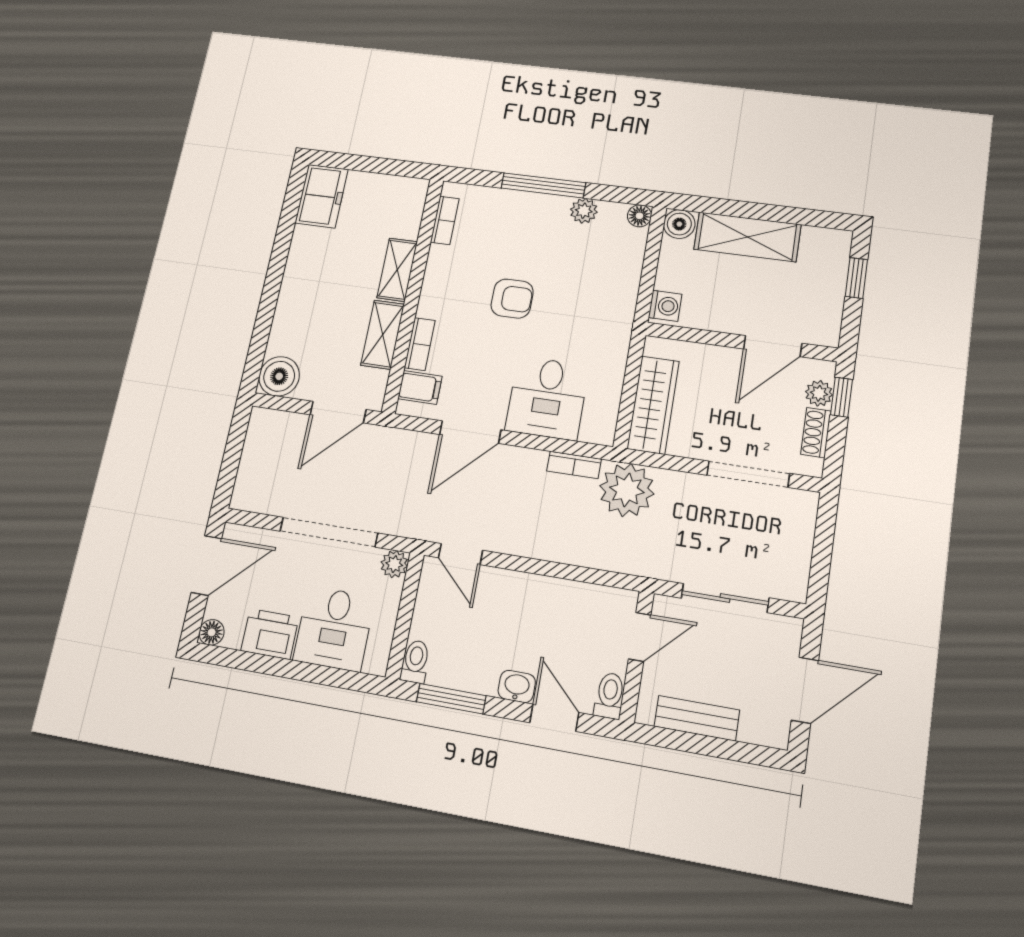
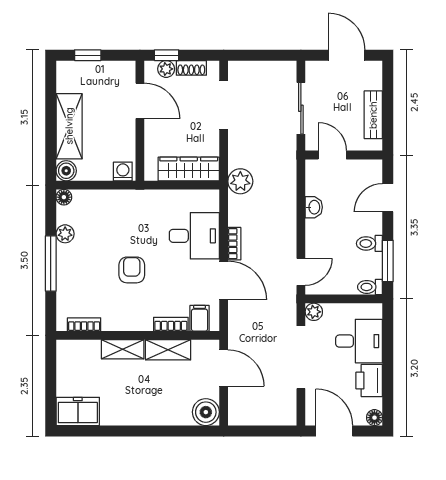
bookcase: (574, 465) -> (234, 244), moved
plant: (627, 490) -> (240, 181), width x0.73, depth x0.73
washbasin: (517, 686) -> (314, 207), moved, turned 180
toilet: (610, 696) -> (369, 243), moved

